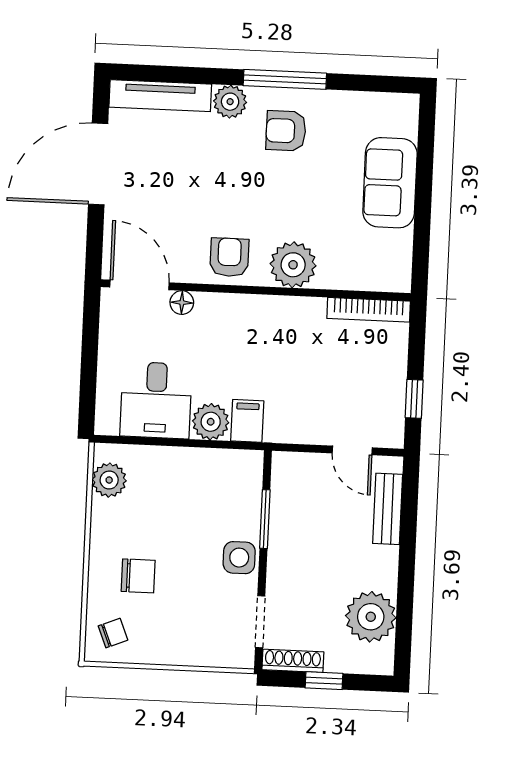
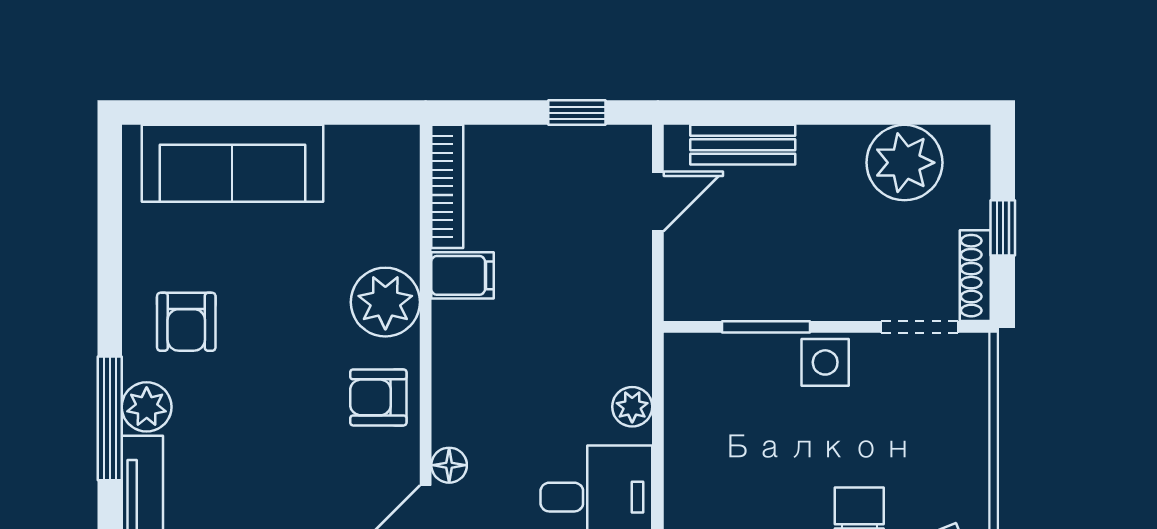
window: (285, 79) -> (110, 418), moved
sofa: (390, 183) -> (232, 163), width x1.36
filing cabinet: (247, 421) -> (462, 275), moved, turned 180
plant: (211, 422) -> (632, 407), width x0.73, depth x0.73

